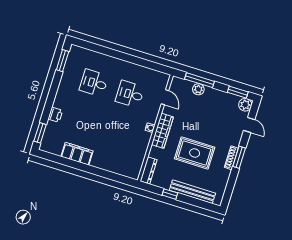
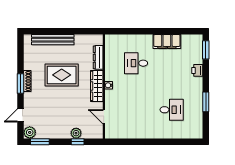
window: (63, 61) -> (206, 102), moved
window: (199, 80) -> (78, 142), width x0.46
desk: (130, 94) -> (136, 63), moved, turned 180
door: (249, 125) -> (21, 115), hinge flipped
dresser: (149, 170) -> (98, 57), moved
window: (170, 194) -> (72, 31), removed

